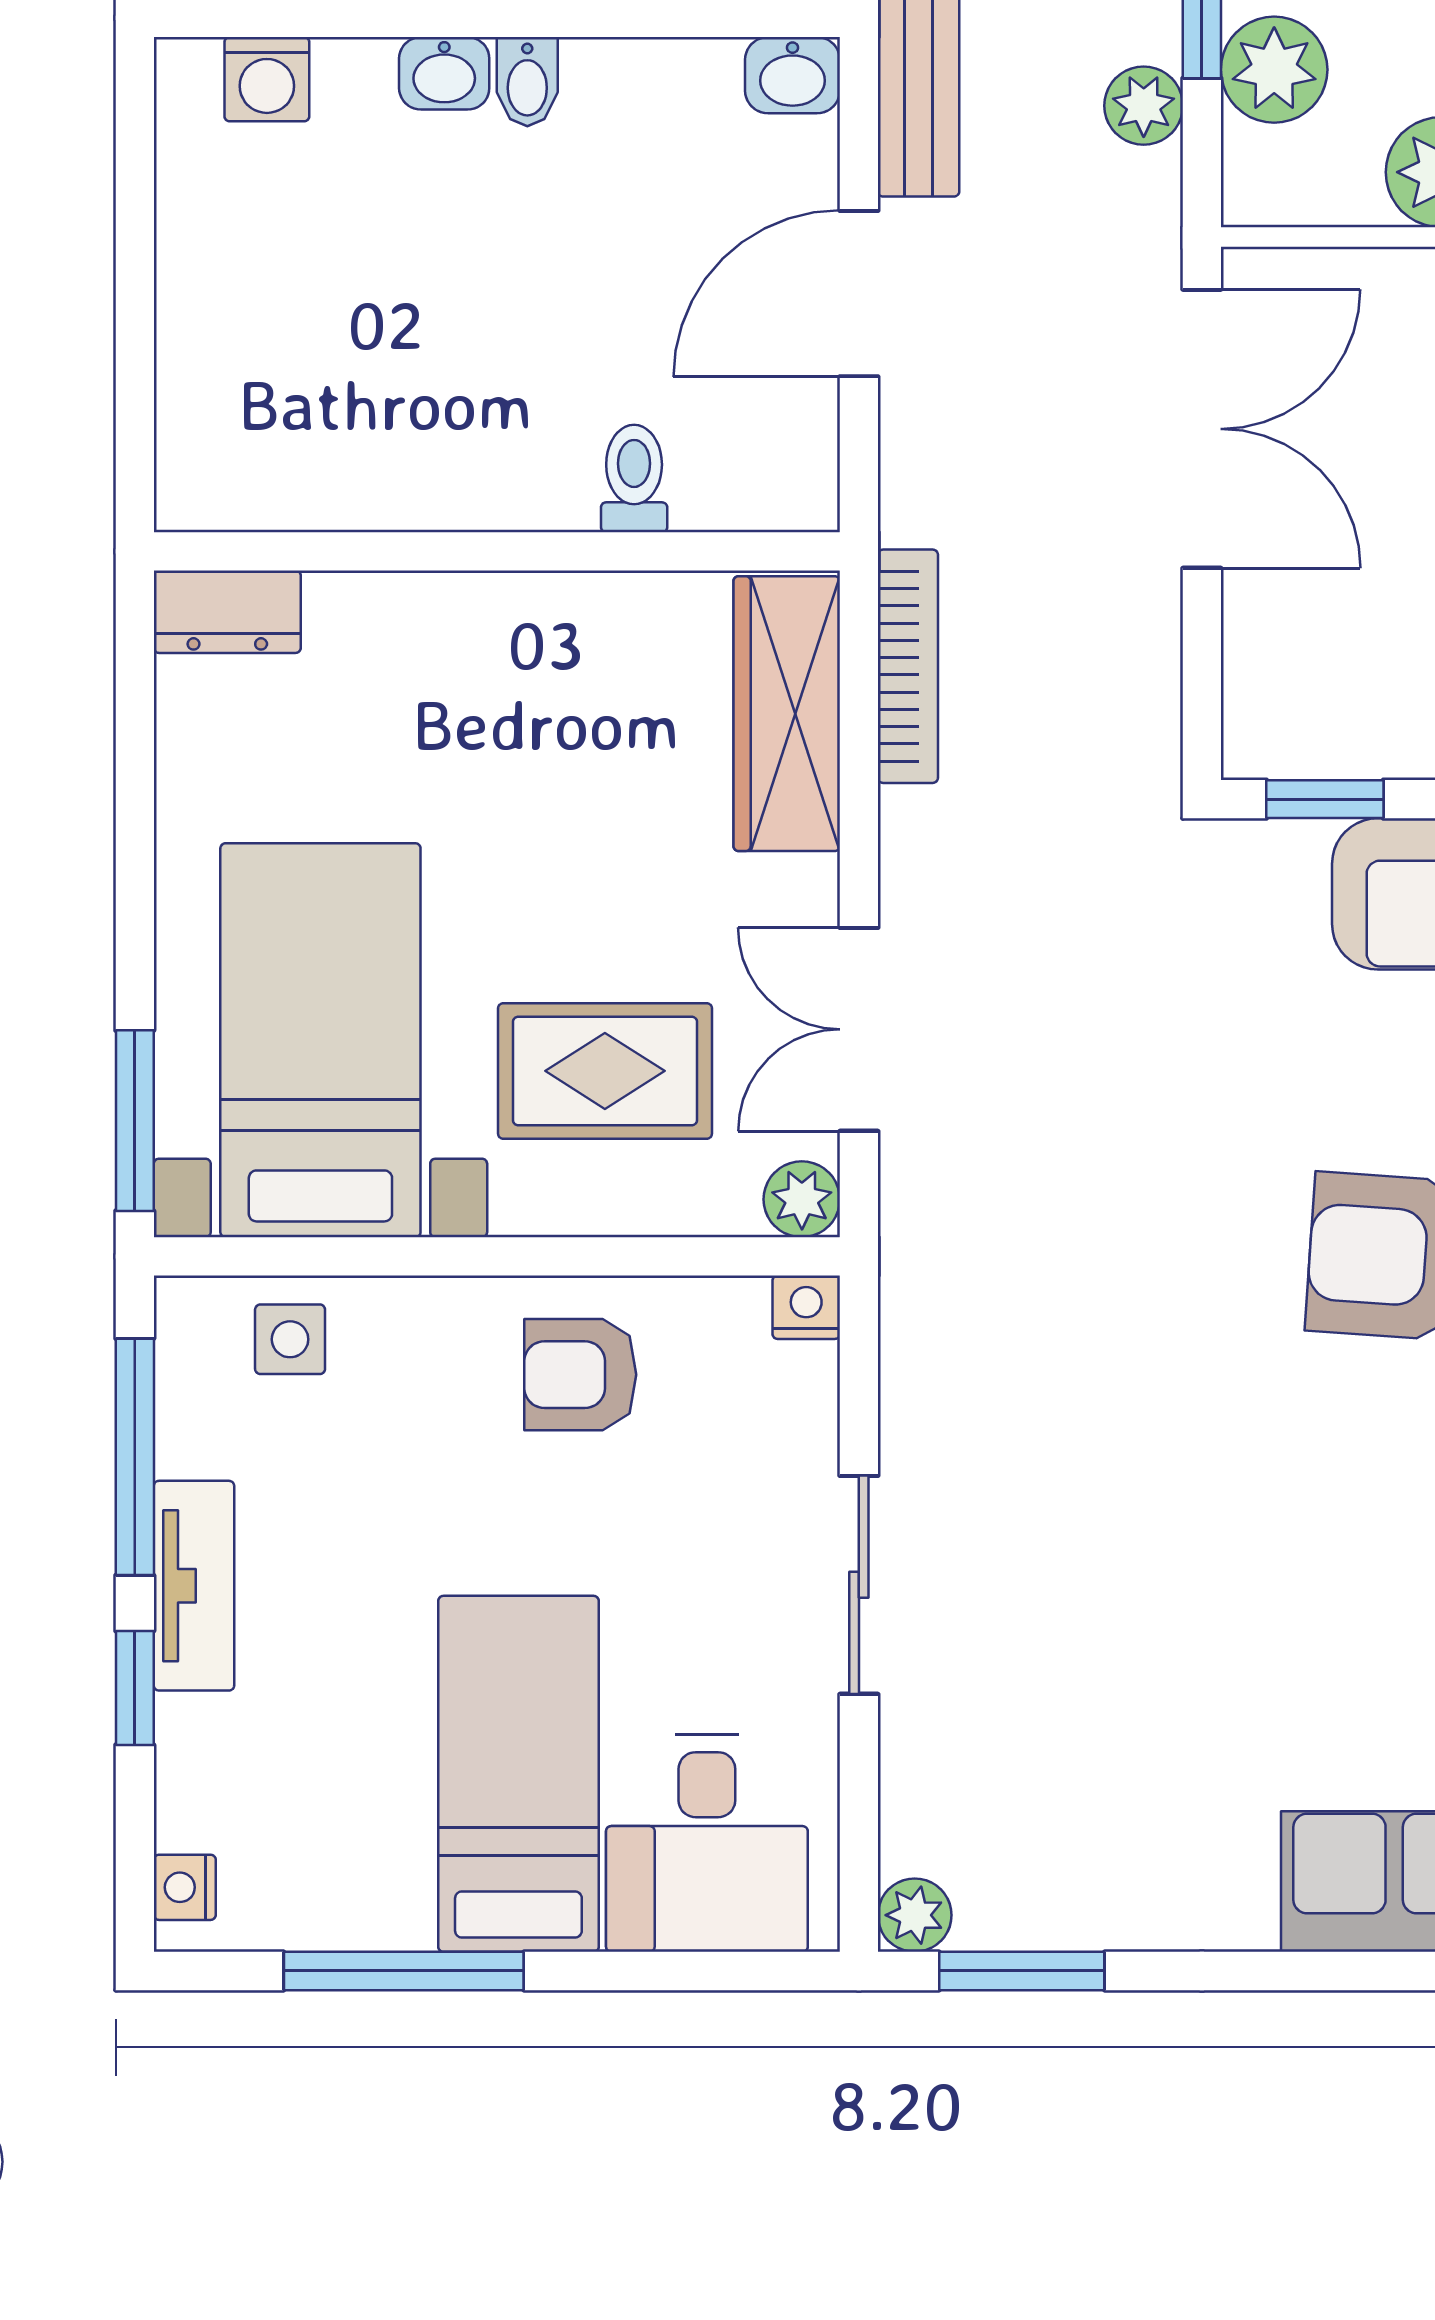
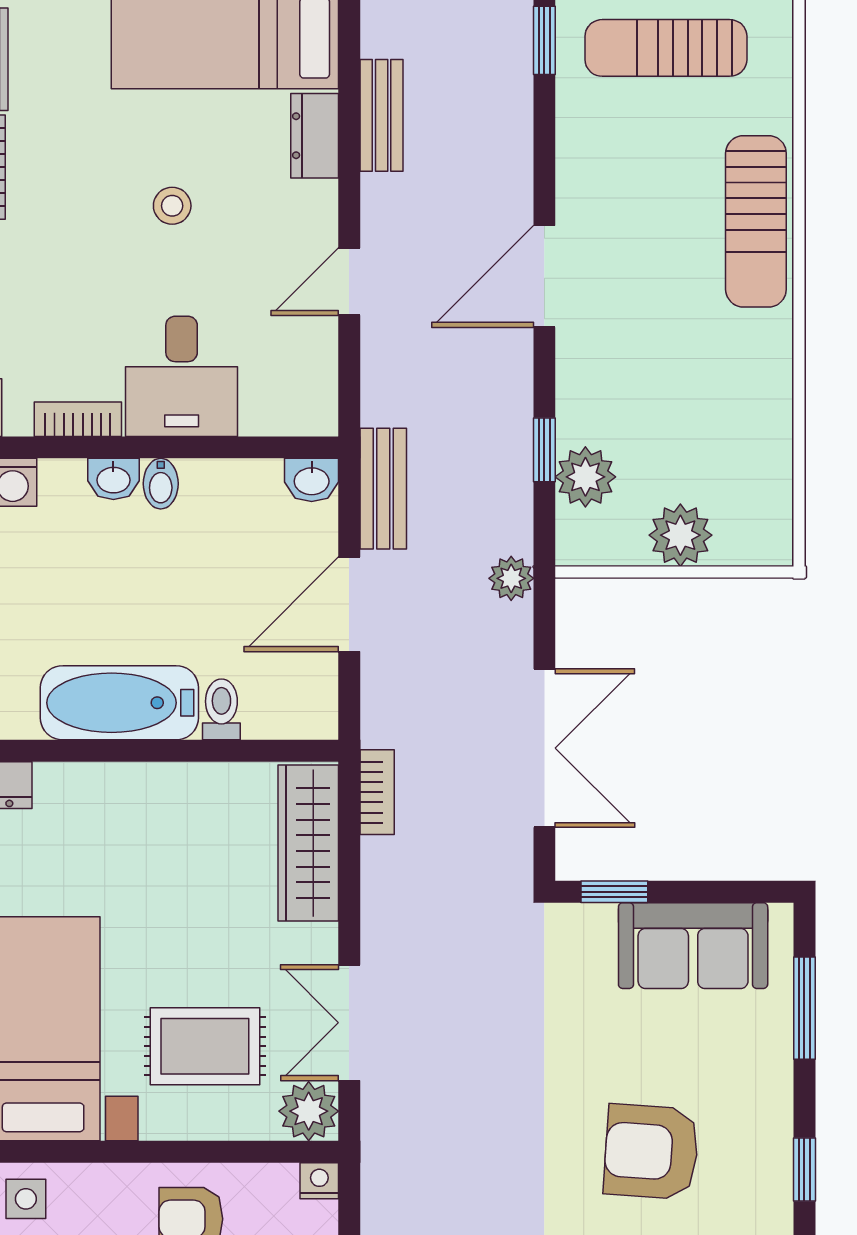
plant: (1144, 106) -> (511, 578), moved
double door: (1202, 429) -> (544, 748), moved
bathtub: (455, 467) -> (119, 703), added
bookcase: (908, 666) -> (377, 792), width x0.64
plant: (802, 1199) -> (309, 1111), width x1.38, depth x1.38

